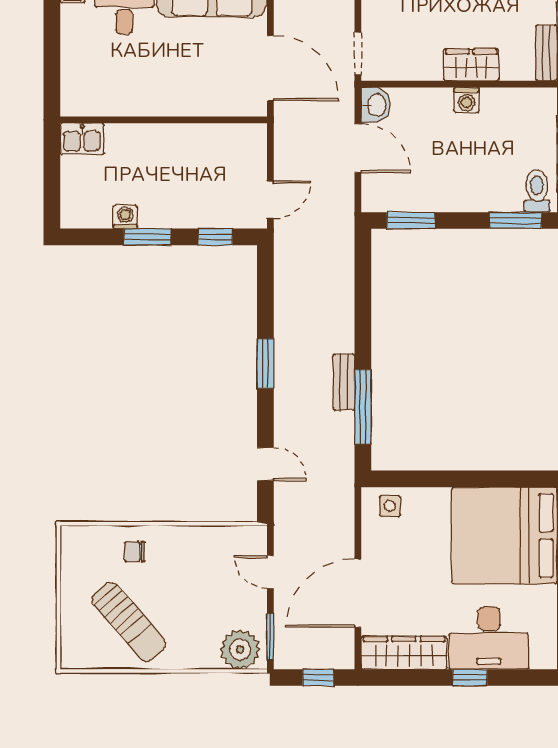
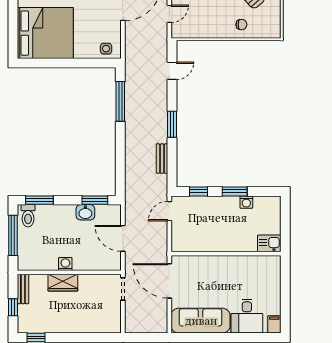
washbasin: (376, 105) -> (85, 212), moved, turned -90
bench: (344, 382) -> (162, 159), moved
door: (265, 464) -> (172, 71), swing flipped
door: (270, 572) -> (169, 14), hinge flipped

